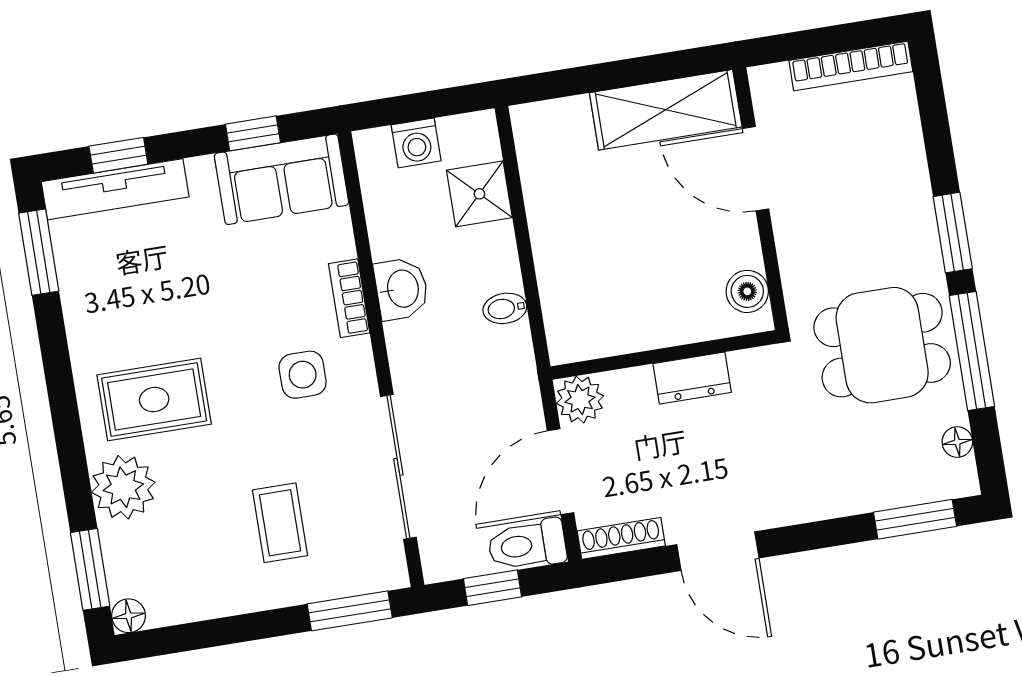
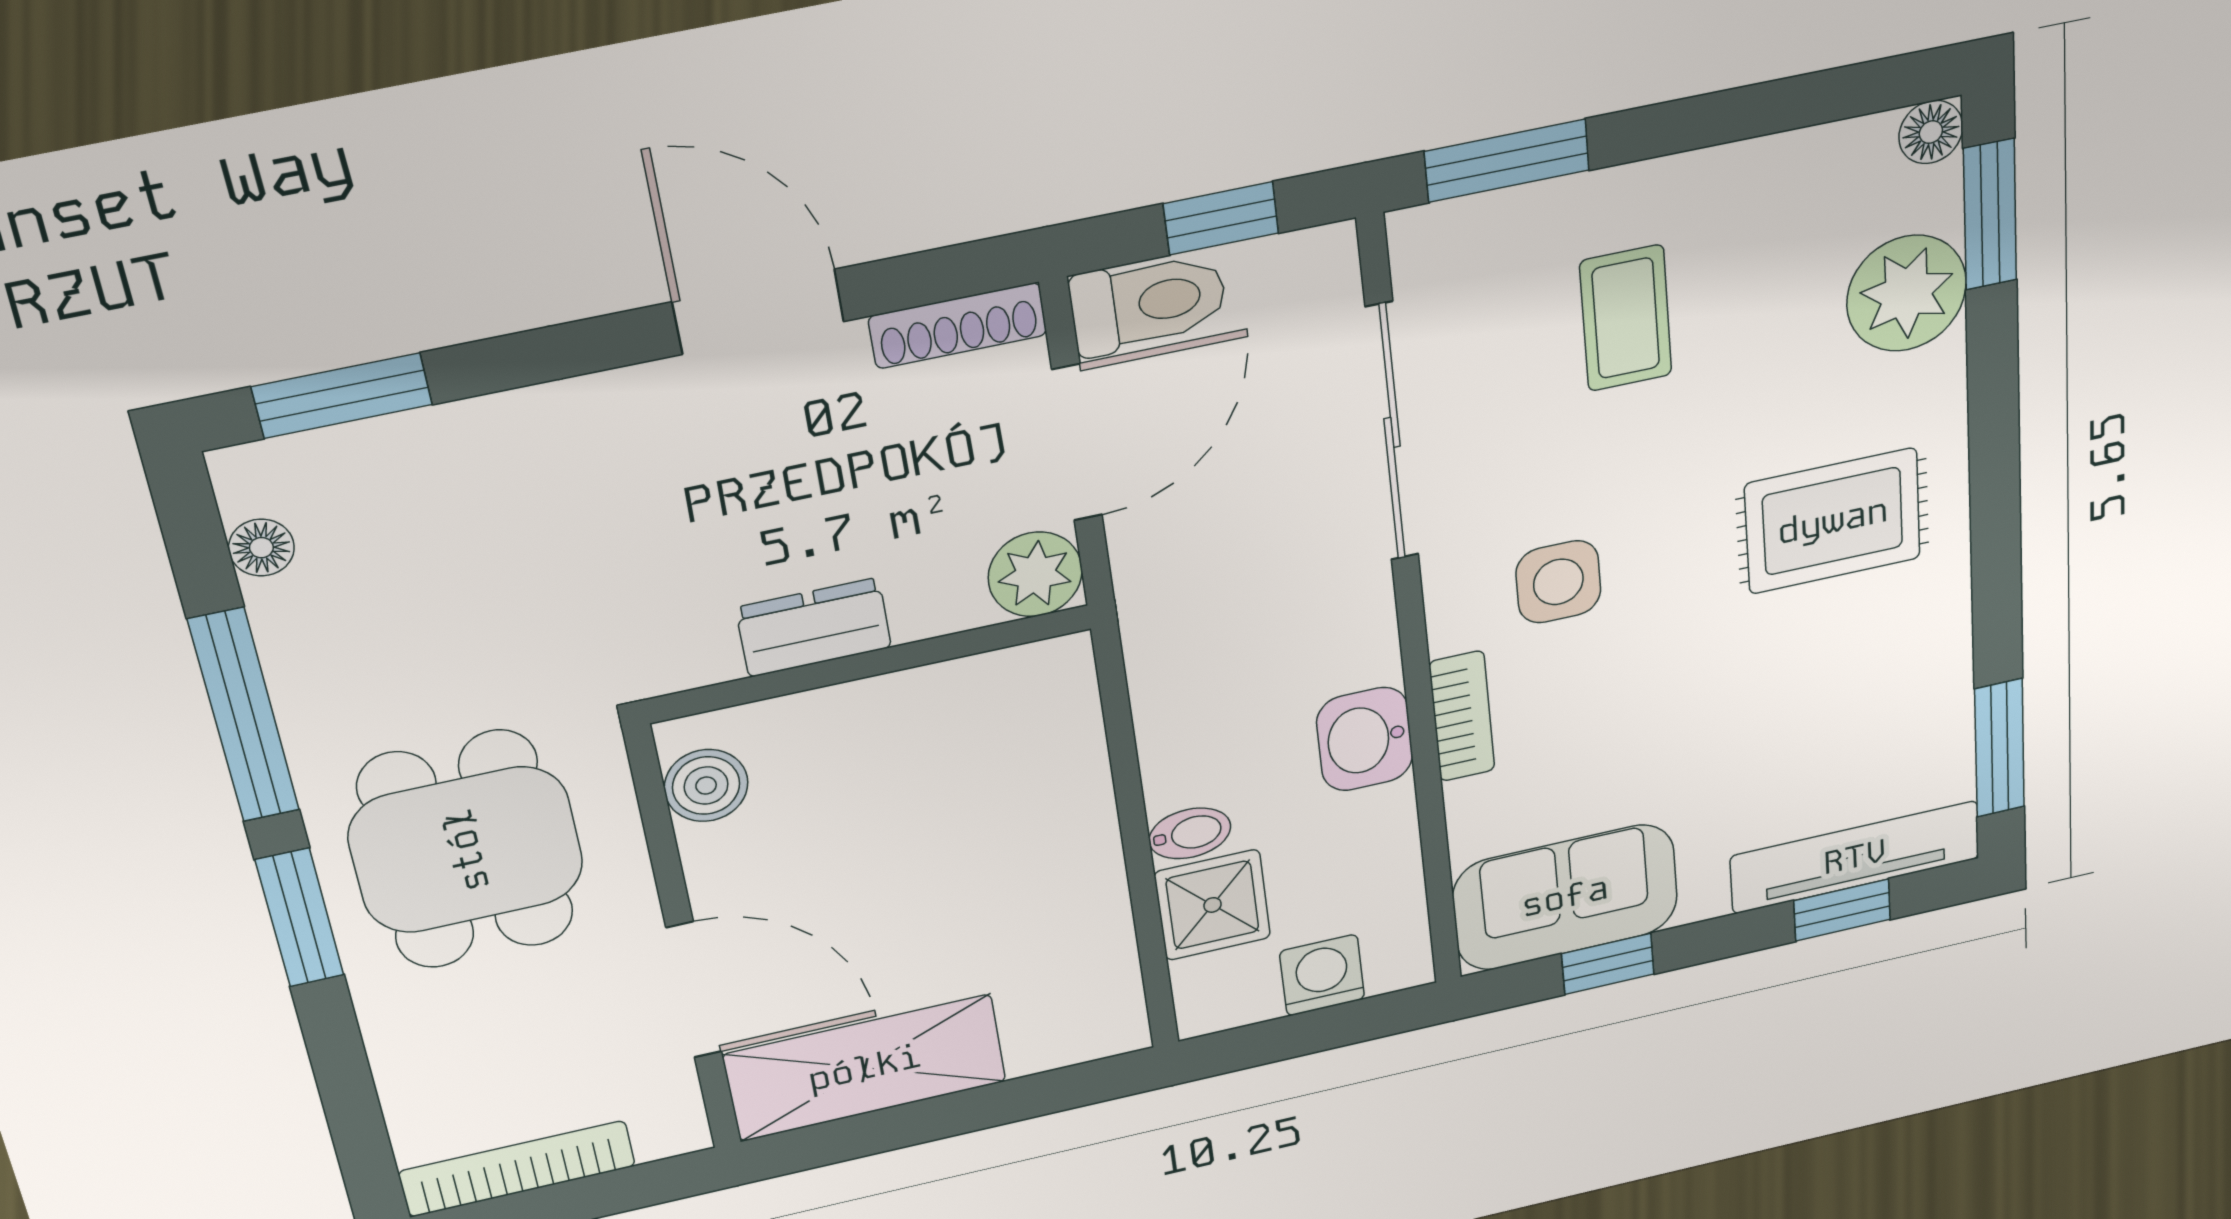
bidet: (505, 308) -> (1190, 833), moved
dining table: (882, 345) -> (466, 850), moved, turned 90
plant: (123, 487) -> (1907, 293), moved

